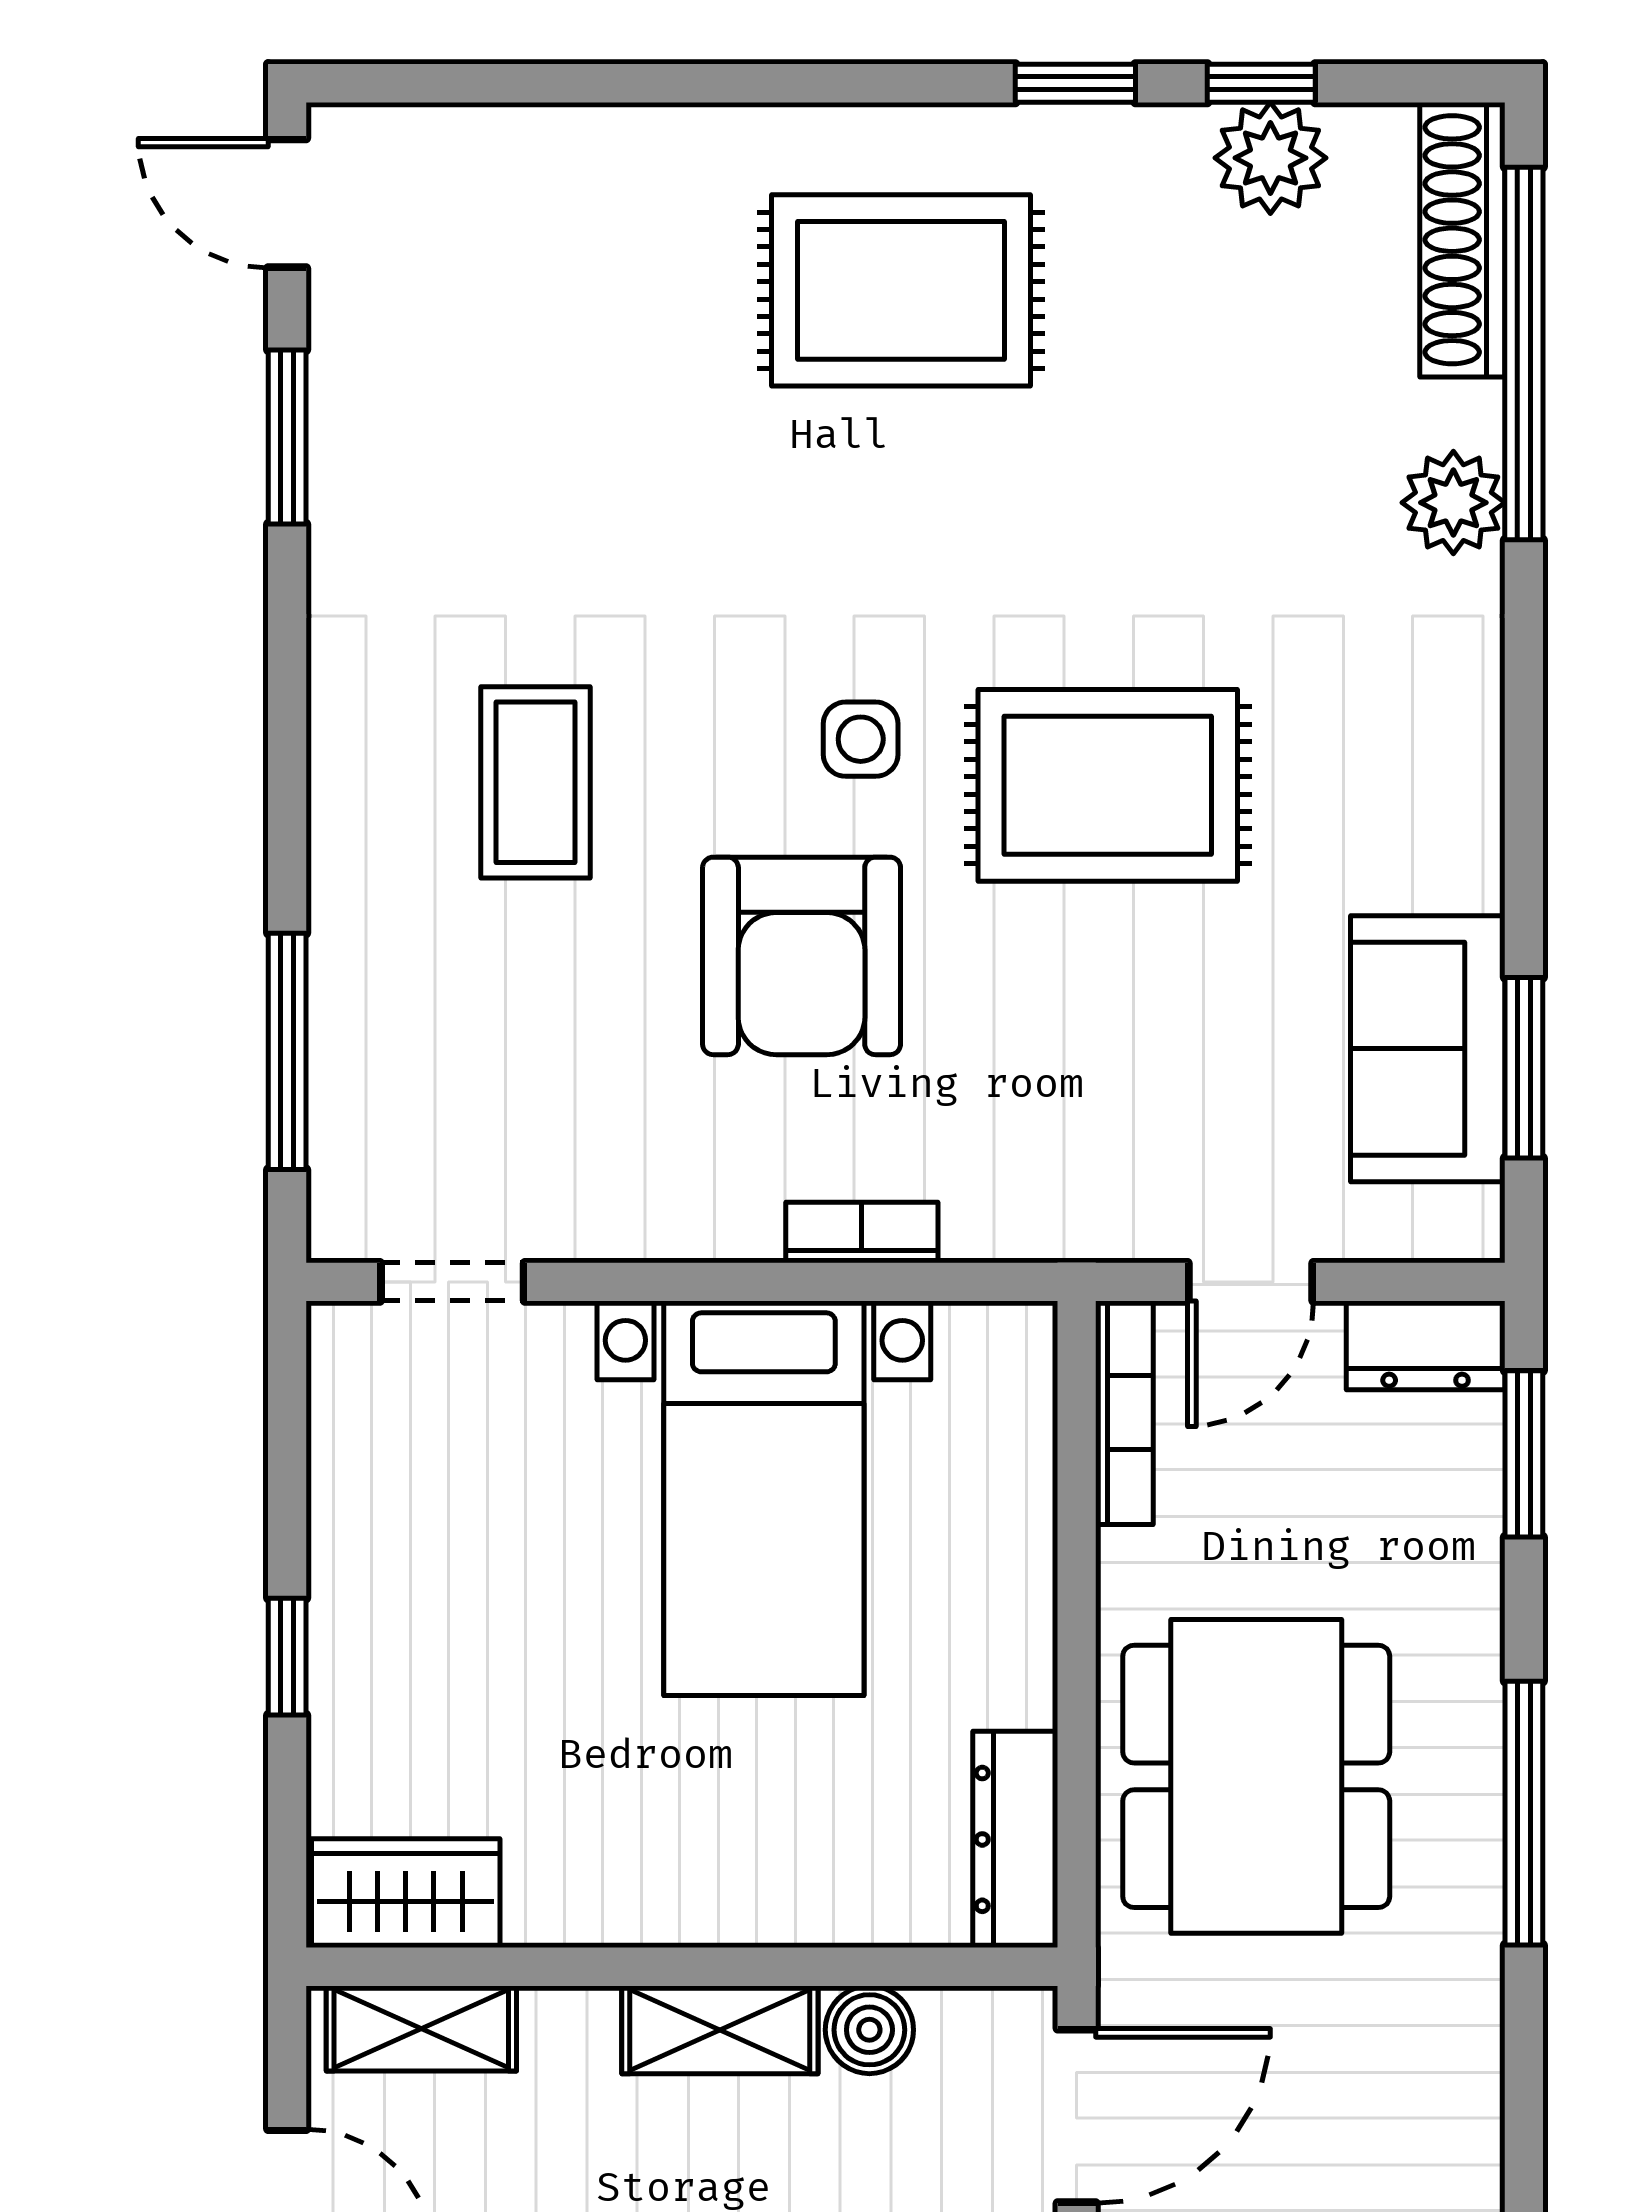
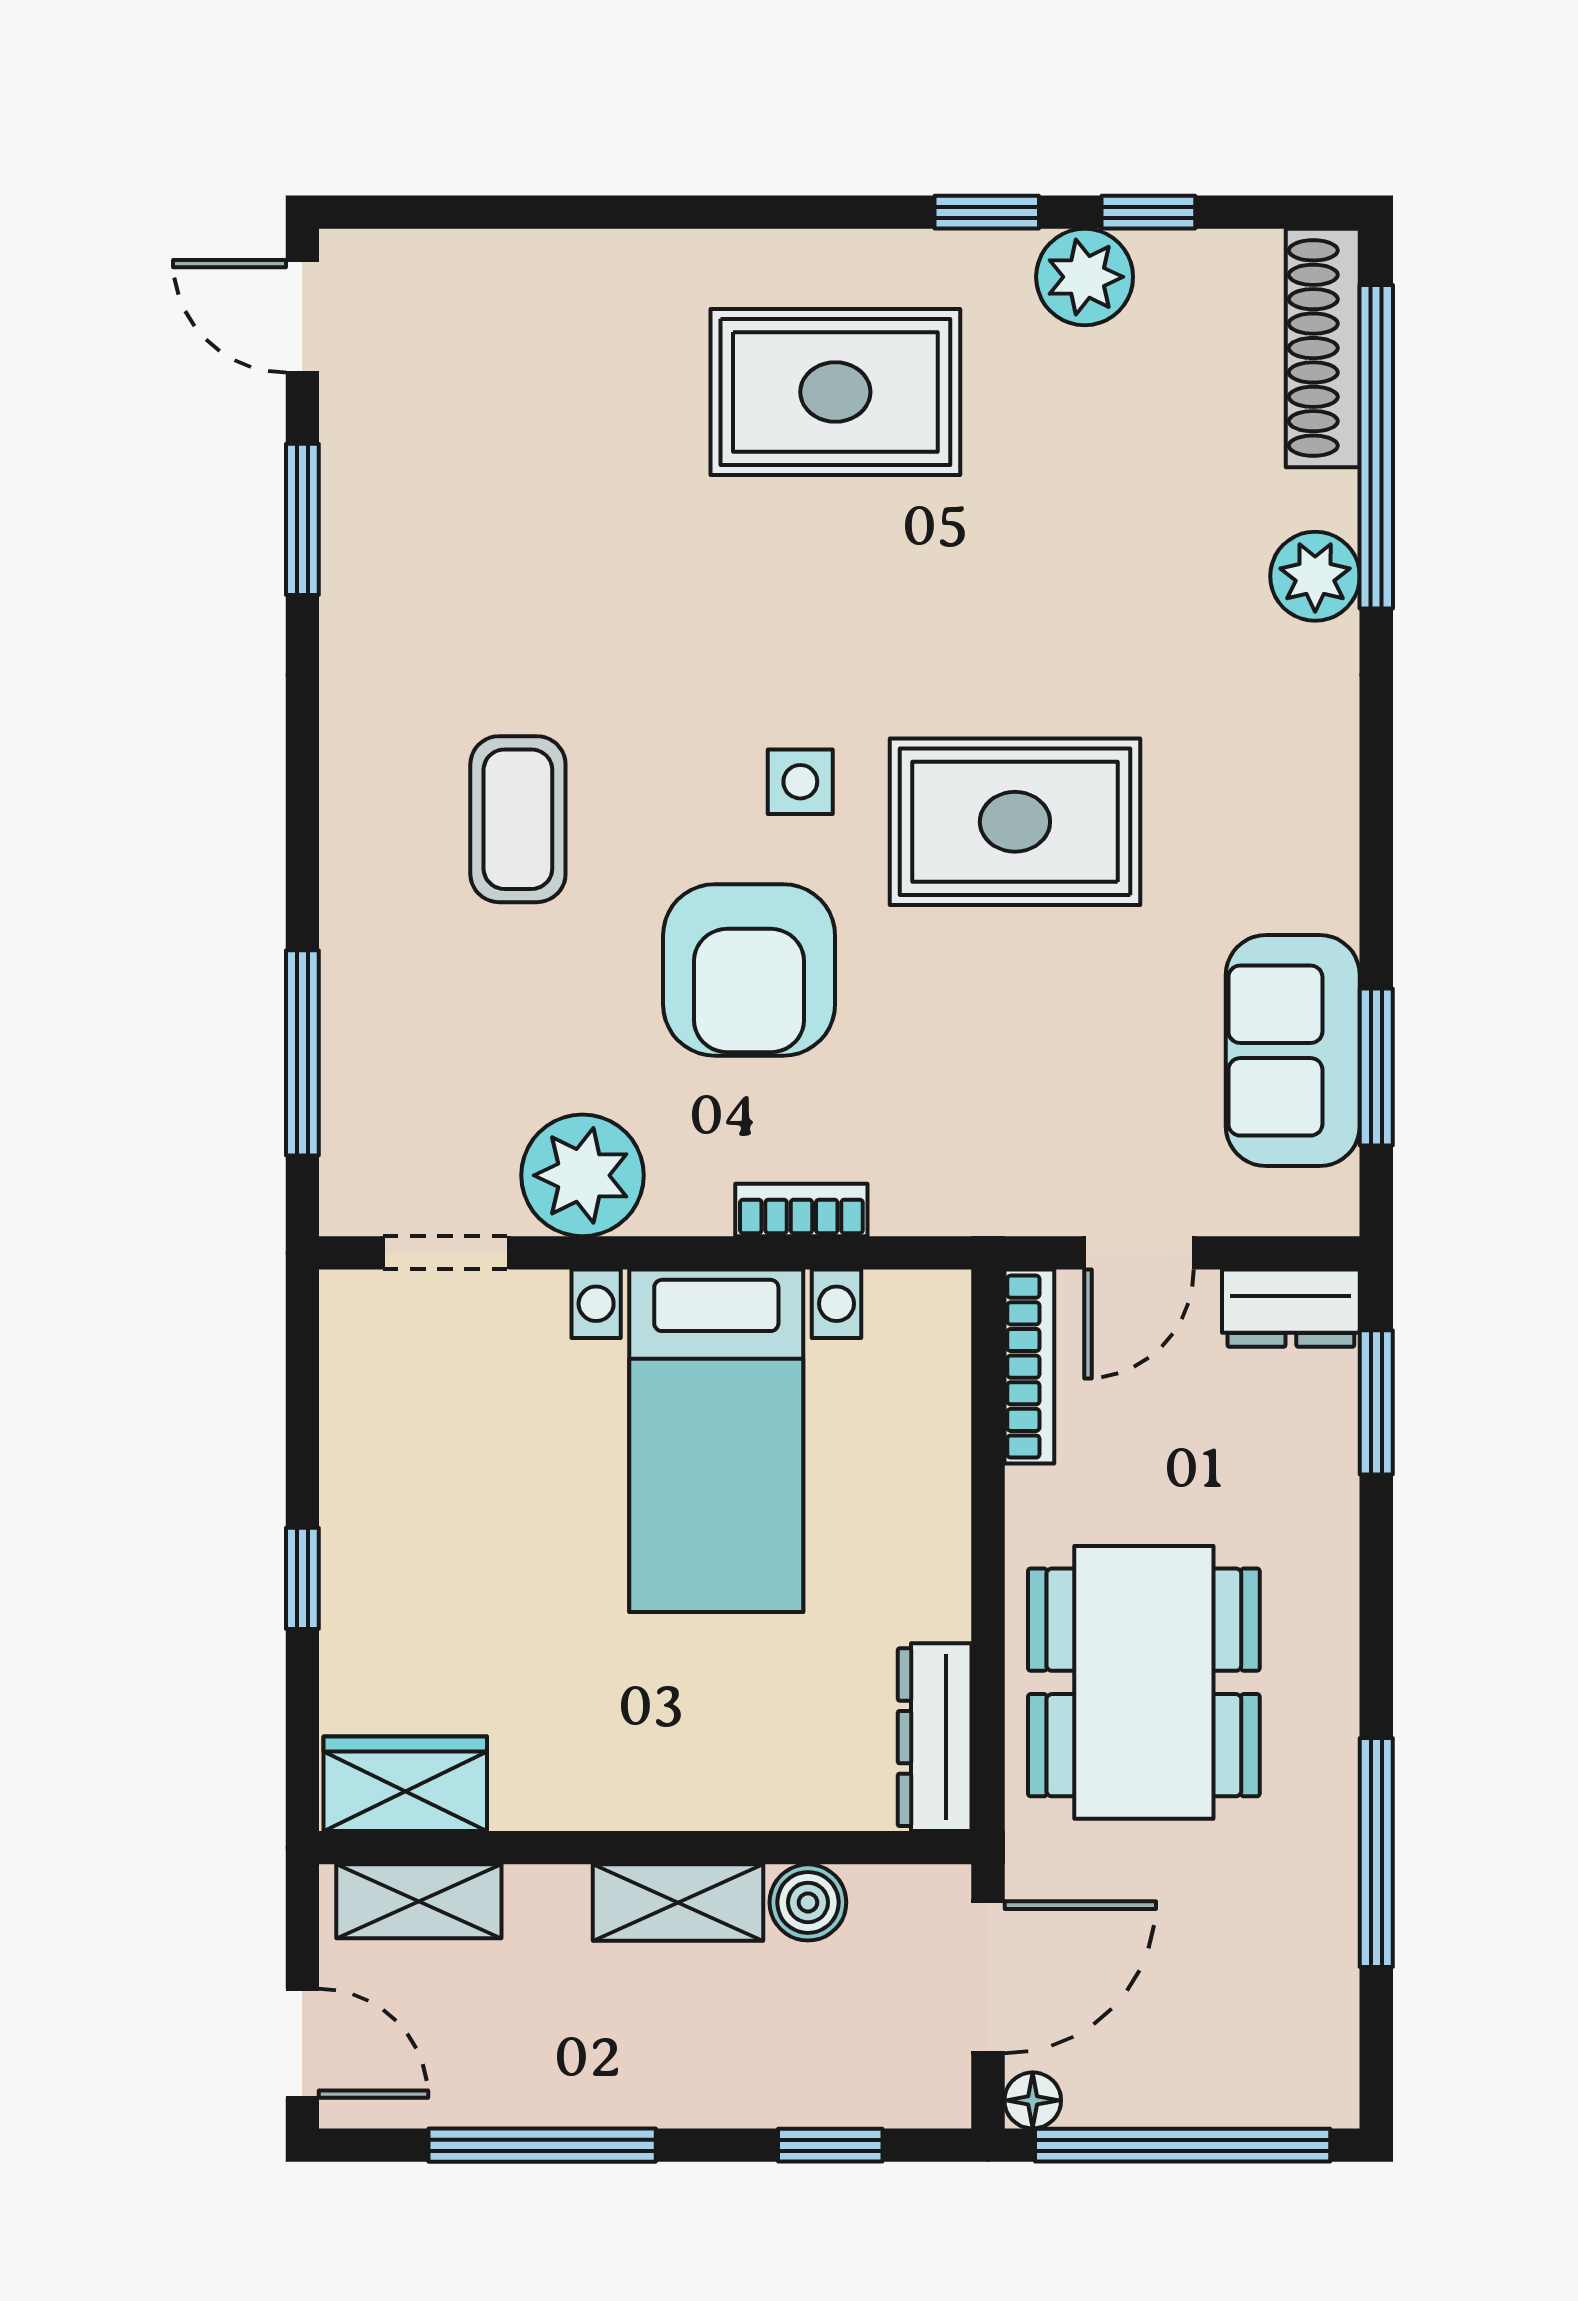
plant: (1270, 158) -> (1085, 277), moved
plant: (610, 1192) -> (582, 1175), added
window: (1524, 1813) -> (1376, 1853), moved

